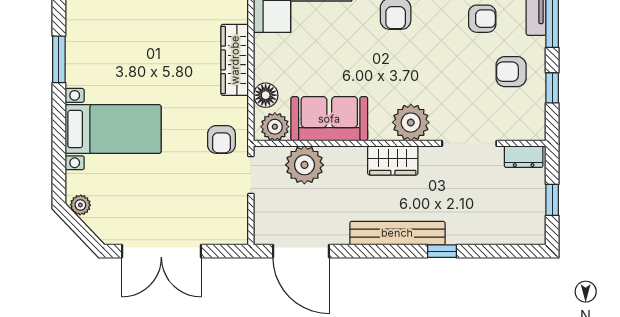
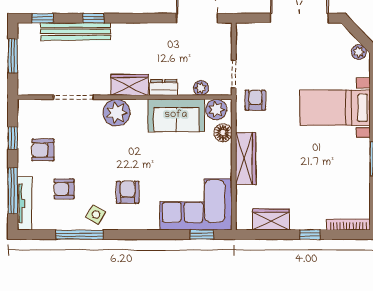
armchair: (511, 72) -> (43, 150), turned 180
dresser: (524, 157) -> (164, 88), moved
plant: (304, 165) -> (201, 88), width x0.53, depth x0.53
window: (552, 200) -> (13, 56), width x1.50
bench: (397, 233) -> (76, 31), moved
window: (511, 251) -> (43, 18), added

